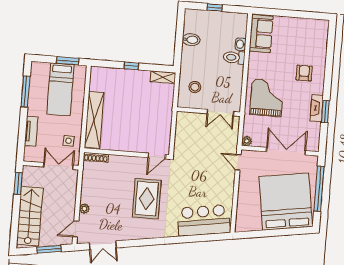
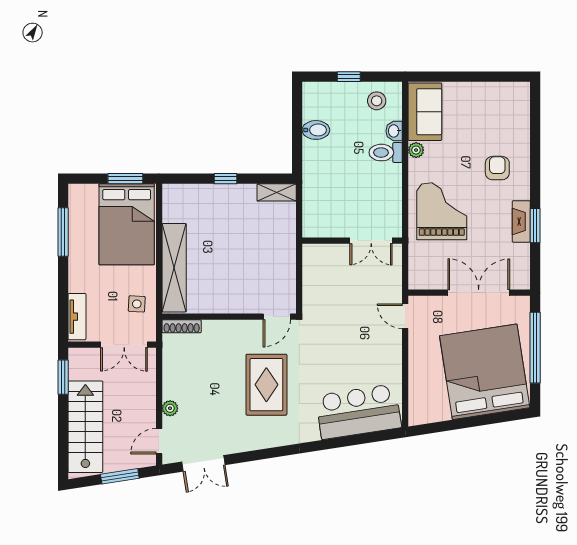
stool: (195, 87) -> (377, 101), moved
bed: (60, 89) -> (127, 224), width x1.50
tv unit: (31, 131) -> (77, 317), moved
plant: (247, 141) -> (416, 150), moved
double door: (58, 166) -> (124, 345), swing flipped

